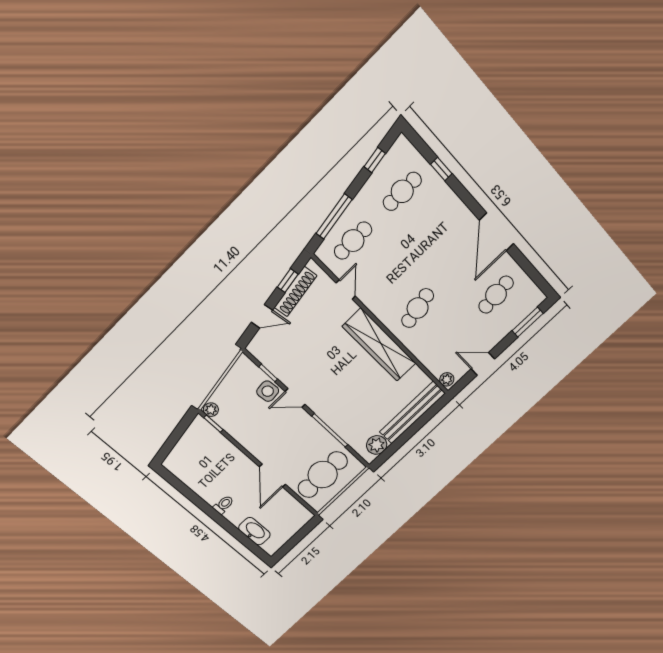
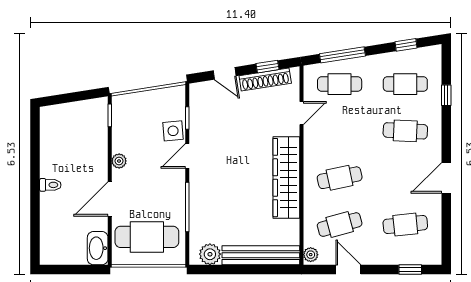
cafe table: (435, 227) -> (405, 131), added
door: (497, 232) -> (446, 178), width x0.73
window: (528, 322) -> (410, 269), width x0.67
cafe table: (448, 340) -> (340, 225), added
door: (295, 398) -> (187, 156), hinge flipped
plant: (211, 410) -> (119, 161), moved
washbasin: (254, 531) -> (98, 248), moved, turned 180

